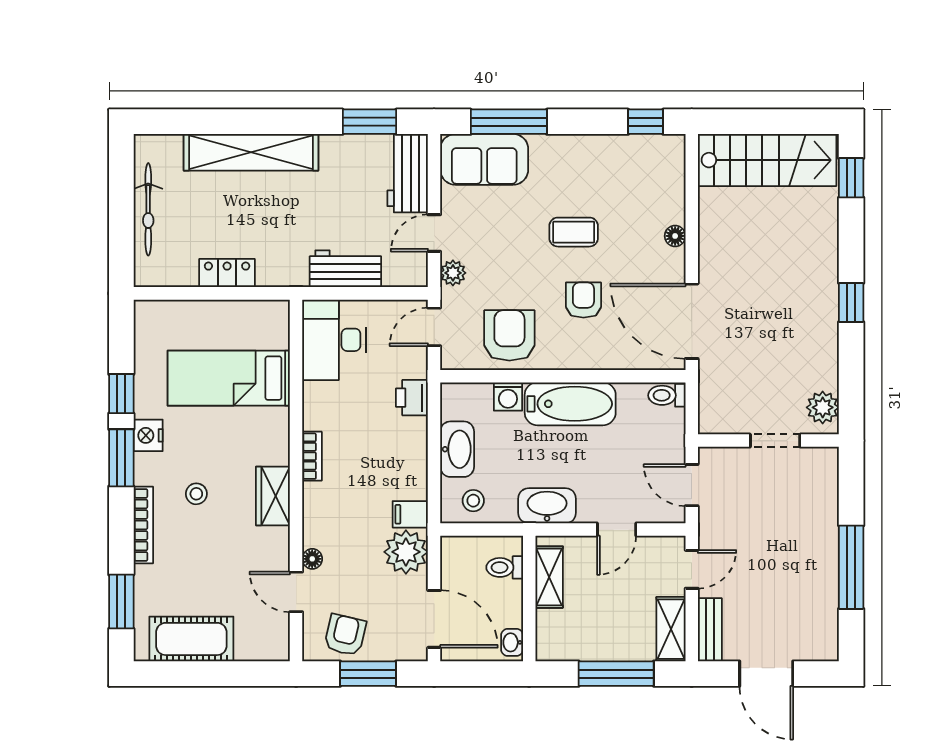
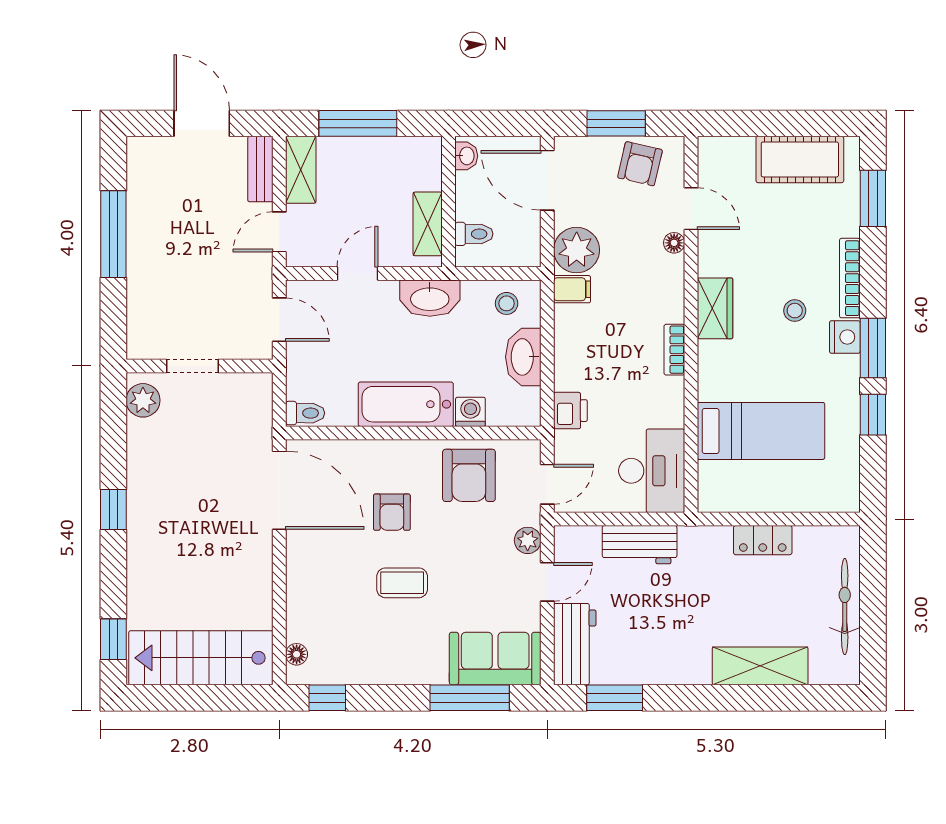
shelving: (251, 152) -> (760, 666), width x0.68
floor lamp: (675, 236) -> (297, 654), moved
nightstand: (148, 435) -> (845, 337), moved

